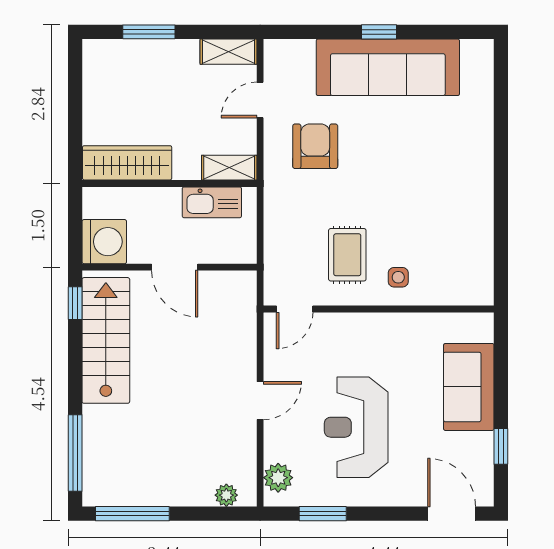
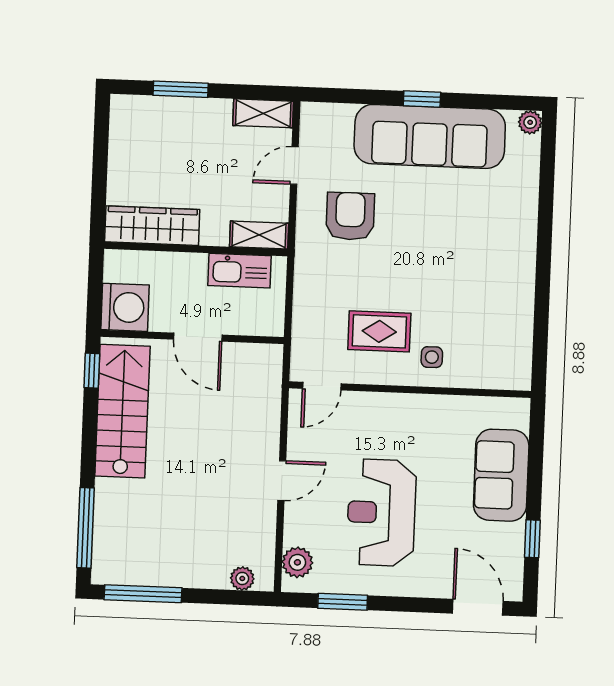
plant: (483, 50) -> (530, 122), added
rug: (347, 255) -> (379, 331), turned 90

